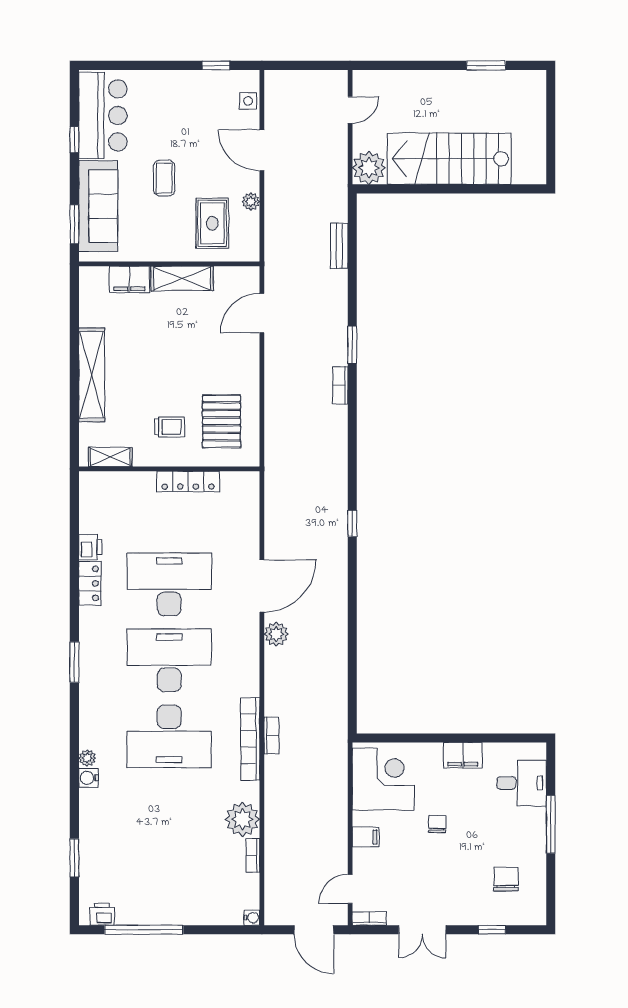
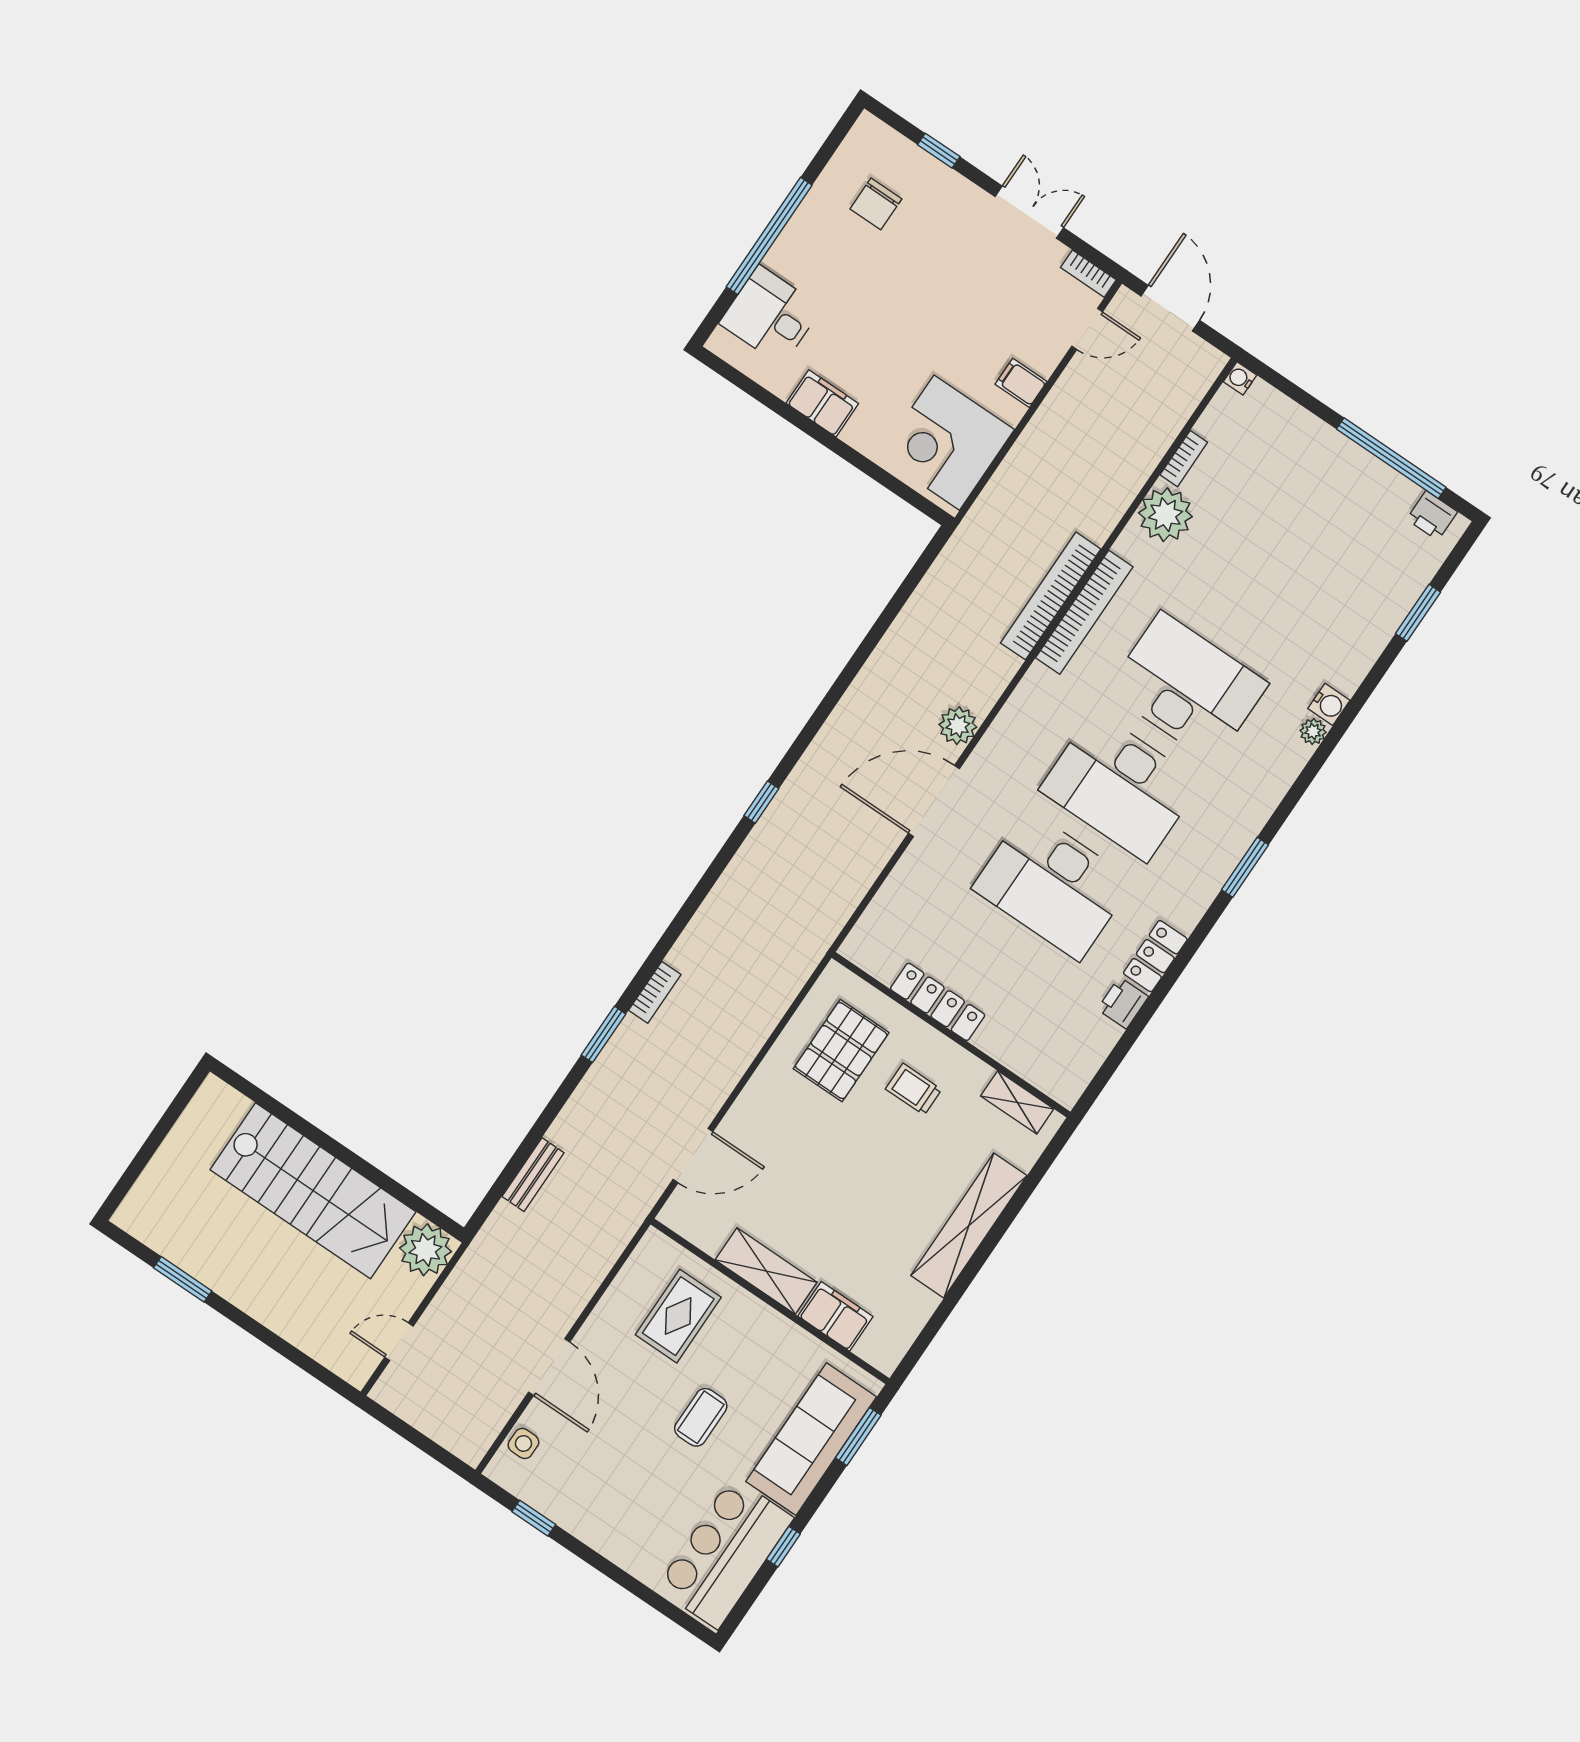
plant: (251, 202) -> (609, 1310), removed
bookcase: (271, 735) -> (1051, 596), width x2.31, depth x1.31
chair: (437, 824) -> (916, 336), removed
window: (551, 824) -> (769, 236), width x1.46

